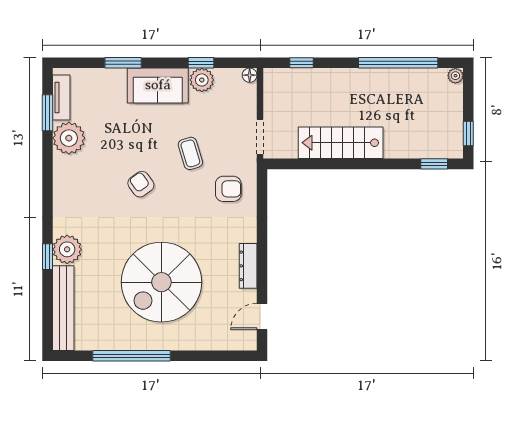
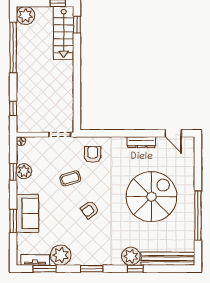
plant: (455, 76) -> (26, 16), width x1.88, depth x1.88
sofa: (158, 85) -> (27, 213), moved
stairs: (341, 143) -> (64, 33), moved
window: (47, 187) -> (92, 269), added
spiral stairs: (161, 282) -> (152, 197), turned -90

